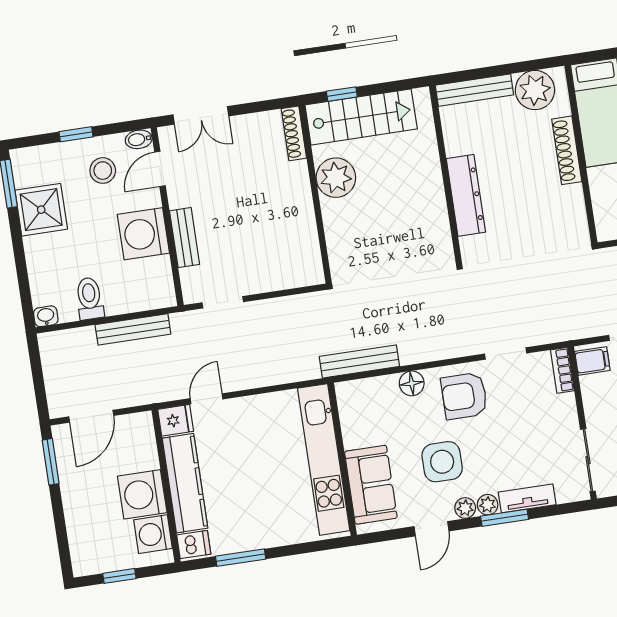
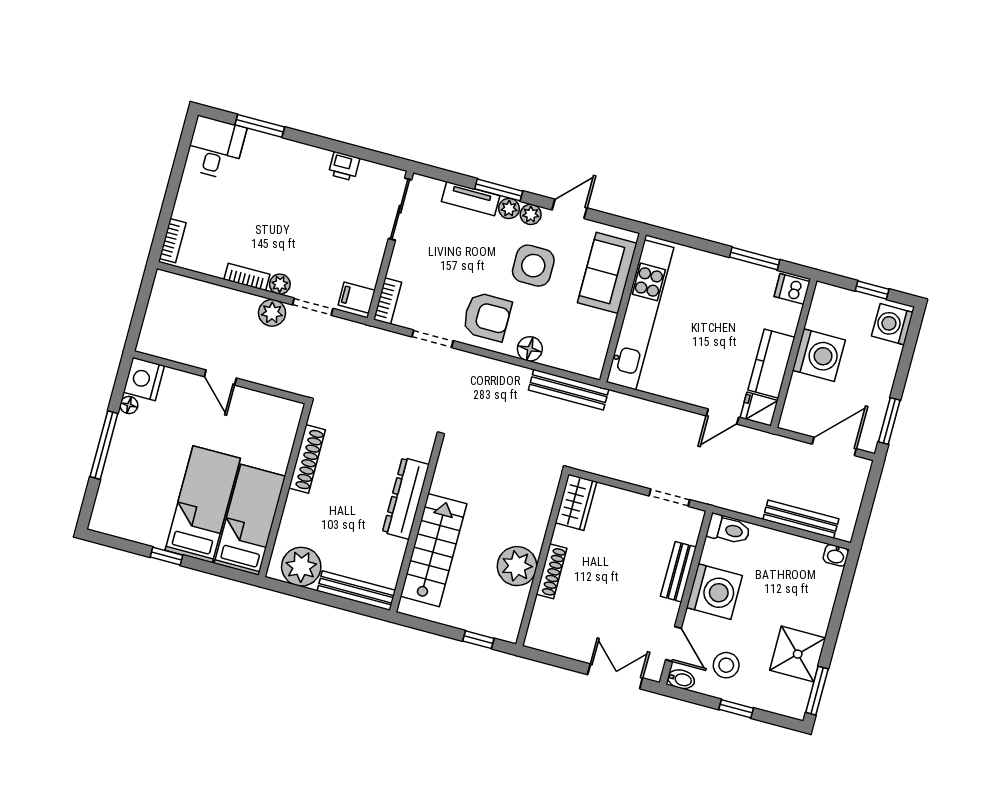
stairs: (361, 117) -> (434, 550), moved, turned 90
shoe rack: (294, 133) -> (552, 571), moved
shoe rack: (567, 150) -> (307, 459), moved
door: (160, 169) -> (673, 644), hinge flipped
wardrobe: (307, 260) -> (576, 502), added
toilet: (90, 298) -> (728, 530), moved, turned -90
bench: (133, 329) -> (801, 519), moved
kitchen counter: (185, 483) -> (771, 364), width x0.67
washing machine: (153, 534) -> (892, 324), moved, turned 180

